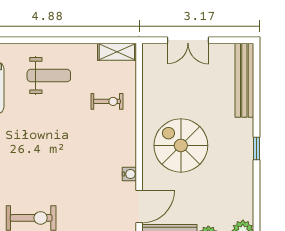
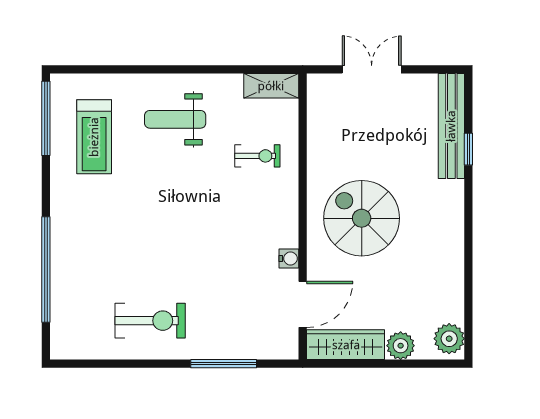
double door: (188, 40) -> (372, 69), swing flipped
weight bench: (49, 76) -> (175, 119), turned 180
window: (256, 148) -> (468, 149), moved

